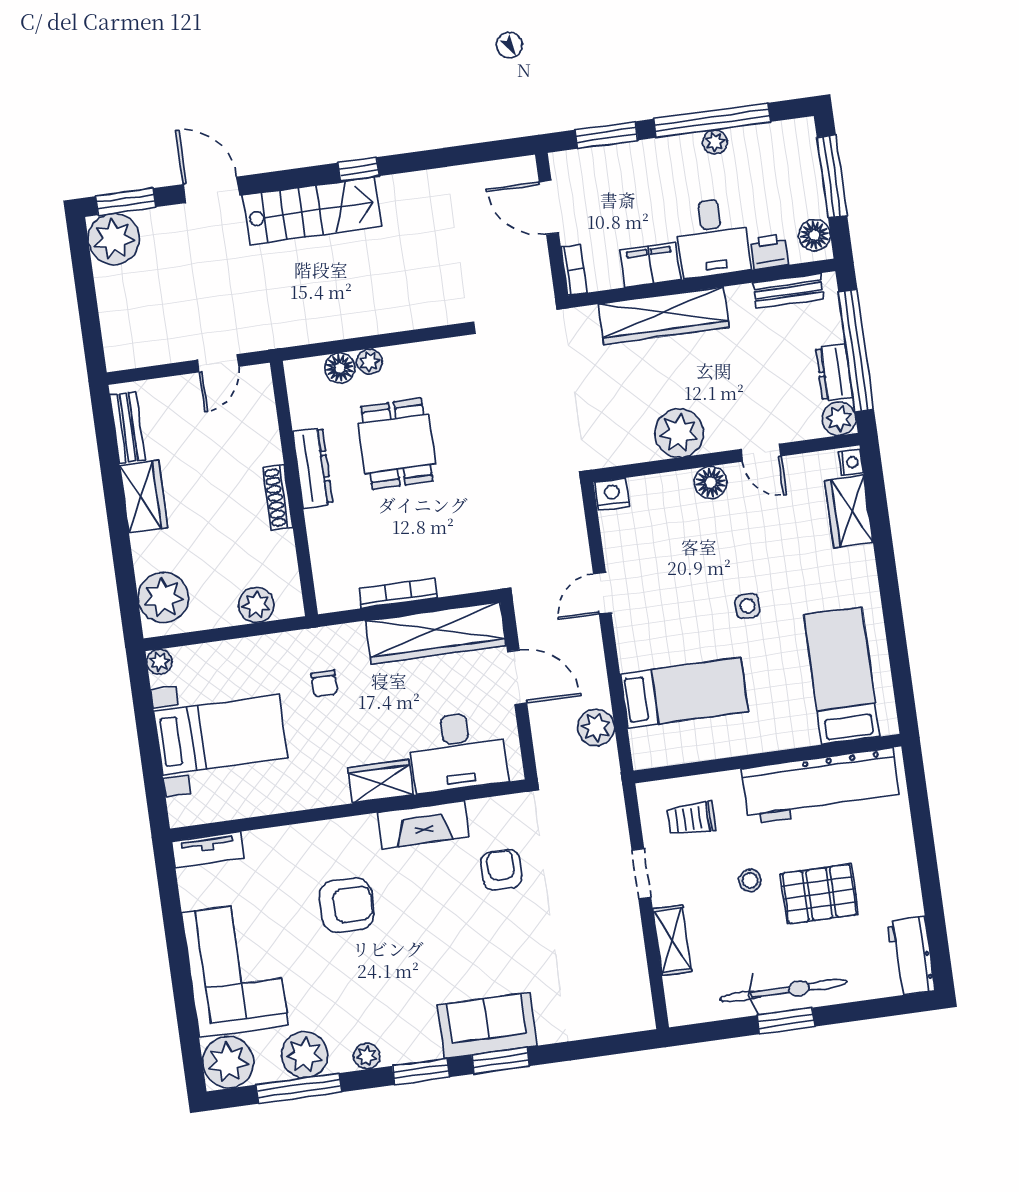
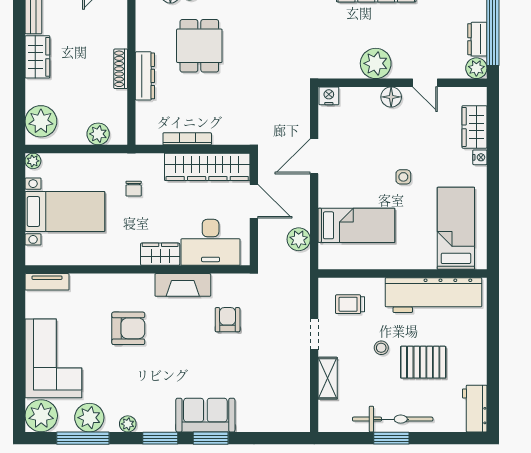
nightstand: (851, 462) -> (480, 157), moved
dresser: (313, 468) -> (145, 76), moved
door: (602, 593) -> (314, 156), width x1.38

